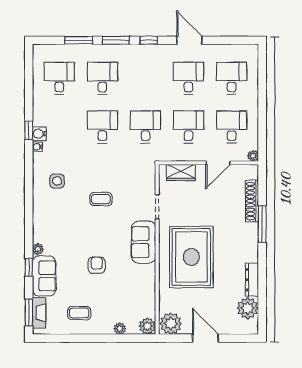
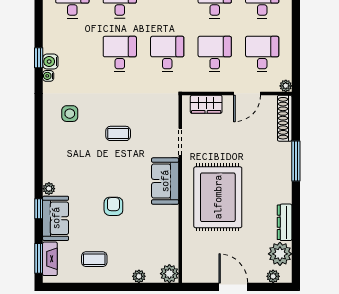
shoe rack: (252, 201) -> (285, 118), moved
plant: (171, 324) -> (273, 276), moved, width x0.53, depth x0.53

